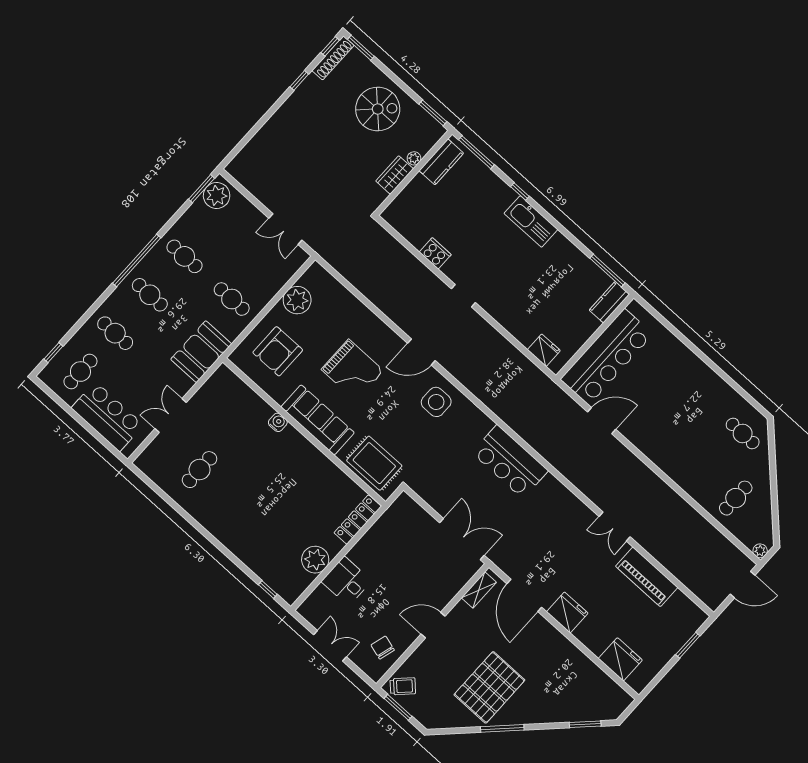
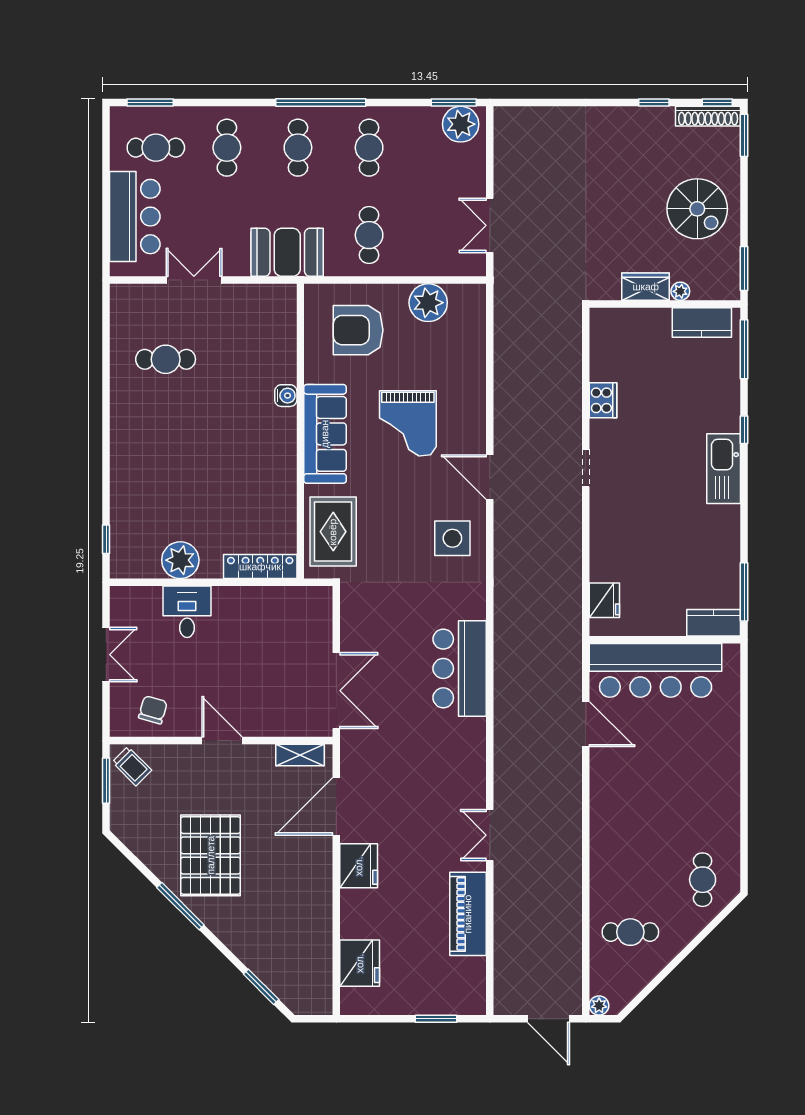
window: (53, 353) -> (150, 103), width x1.50
pallet: (489, 687) -> (211, 855), turned 90

